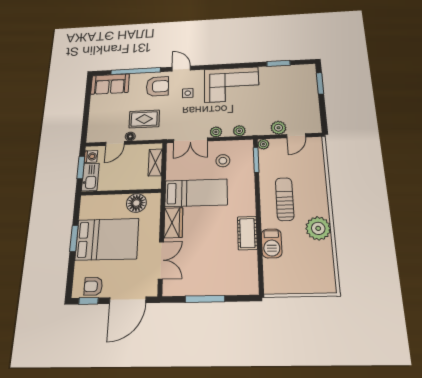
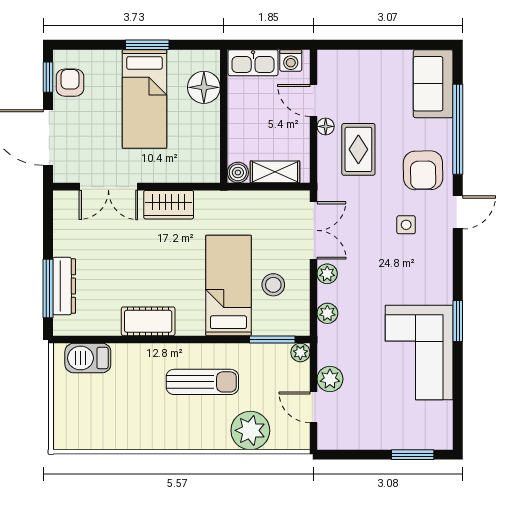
window: (278, 63) -> (458, 321), moved
corner sofa: (231, 85) -> (419, 353), moved
double door: (190, 140) -> (313, 230), swing flipped
window: (81, 167) -> (271, 45), removed
boiler: (155, 183) -> (238, 172), added
bed: (196, 193) -> (228, 285), moved, turned 180
floor lamp: (136, 203) -> (204, 87), moved
plant: (318, 228) -> (250, 430), moved
bed: (107, 239) -> (144, 99), width x0.67
barbecue: (272, 243) -> (88, 358), moved
dresser: (226, 288) -> (64, 286), added
window: (205, 299) -> (48, 288), moved

